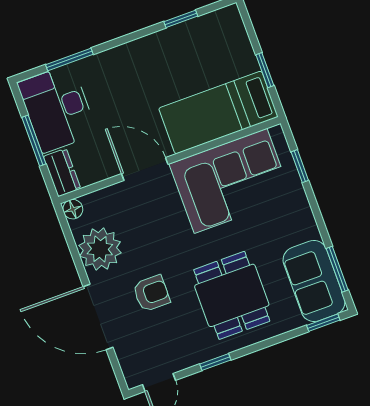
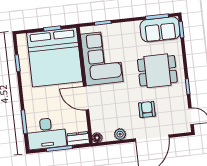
bed: (218, 112) -> (55, 57), width x2.04
door: (145, 169) -> (86, 98), hinge flipped
plant: (100, 249) -> (120, 134), width x0.53, depth x0.53

